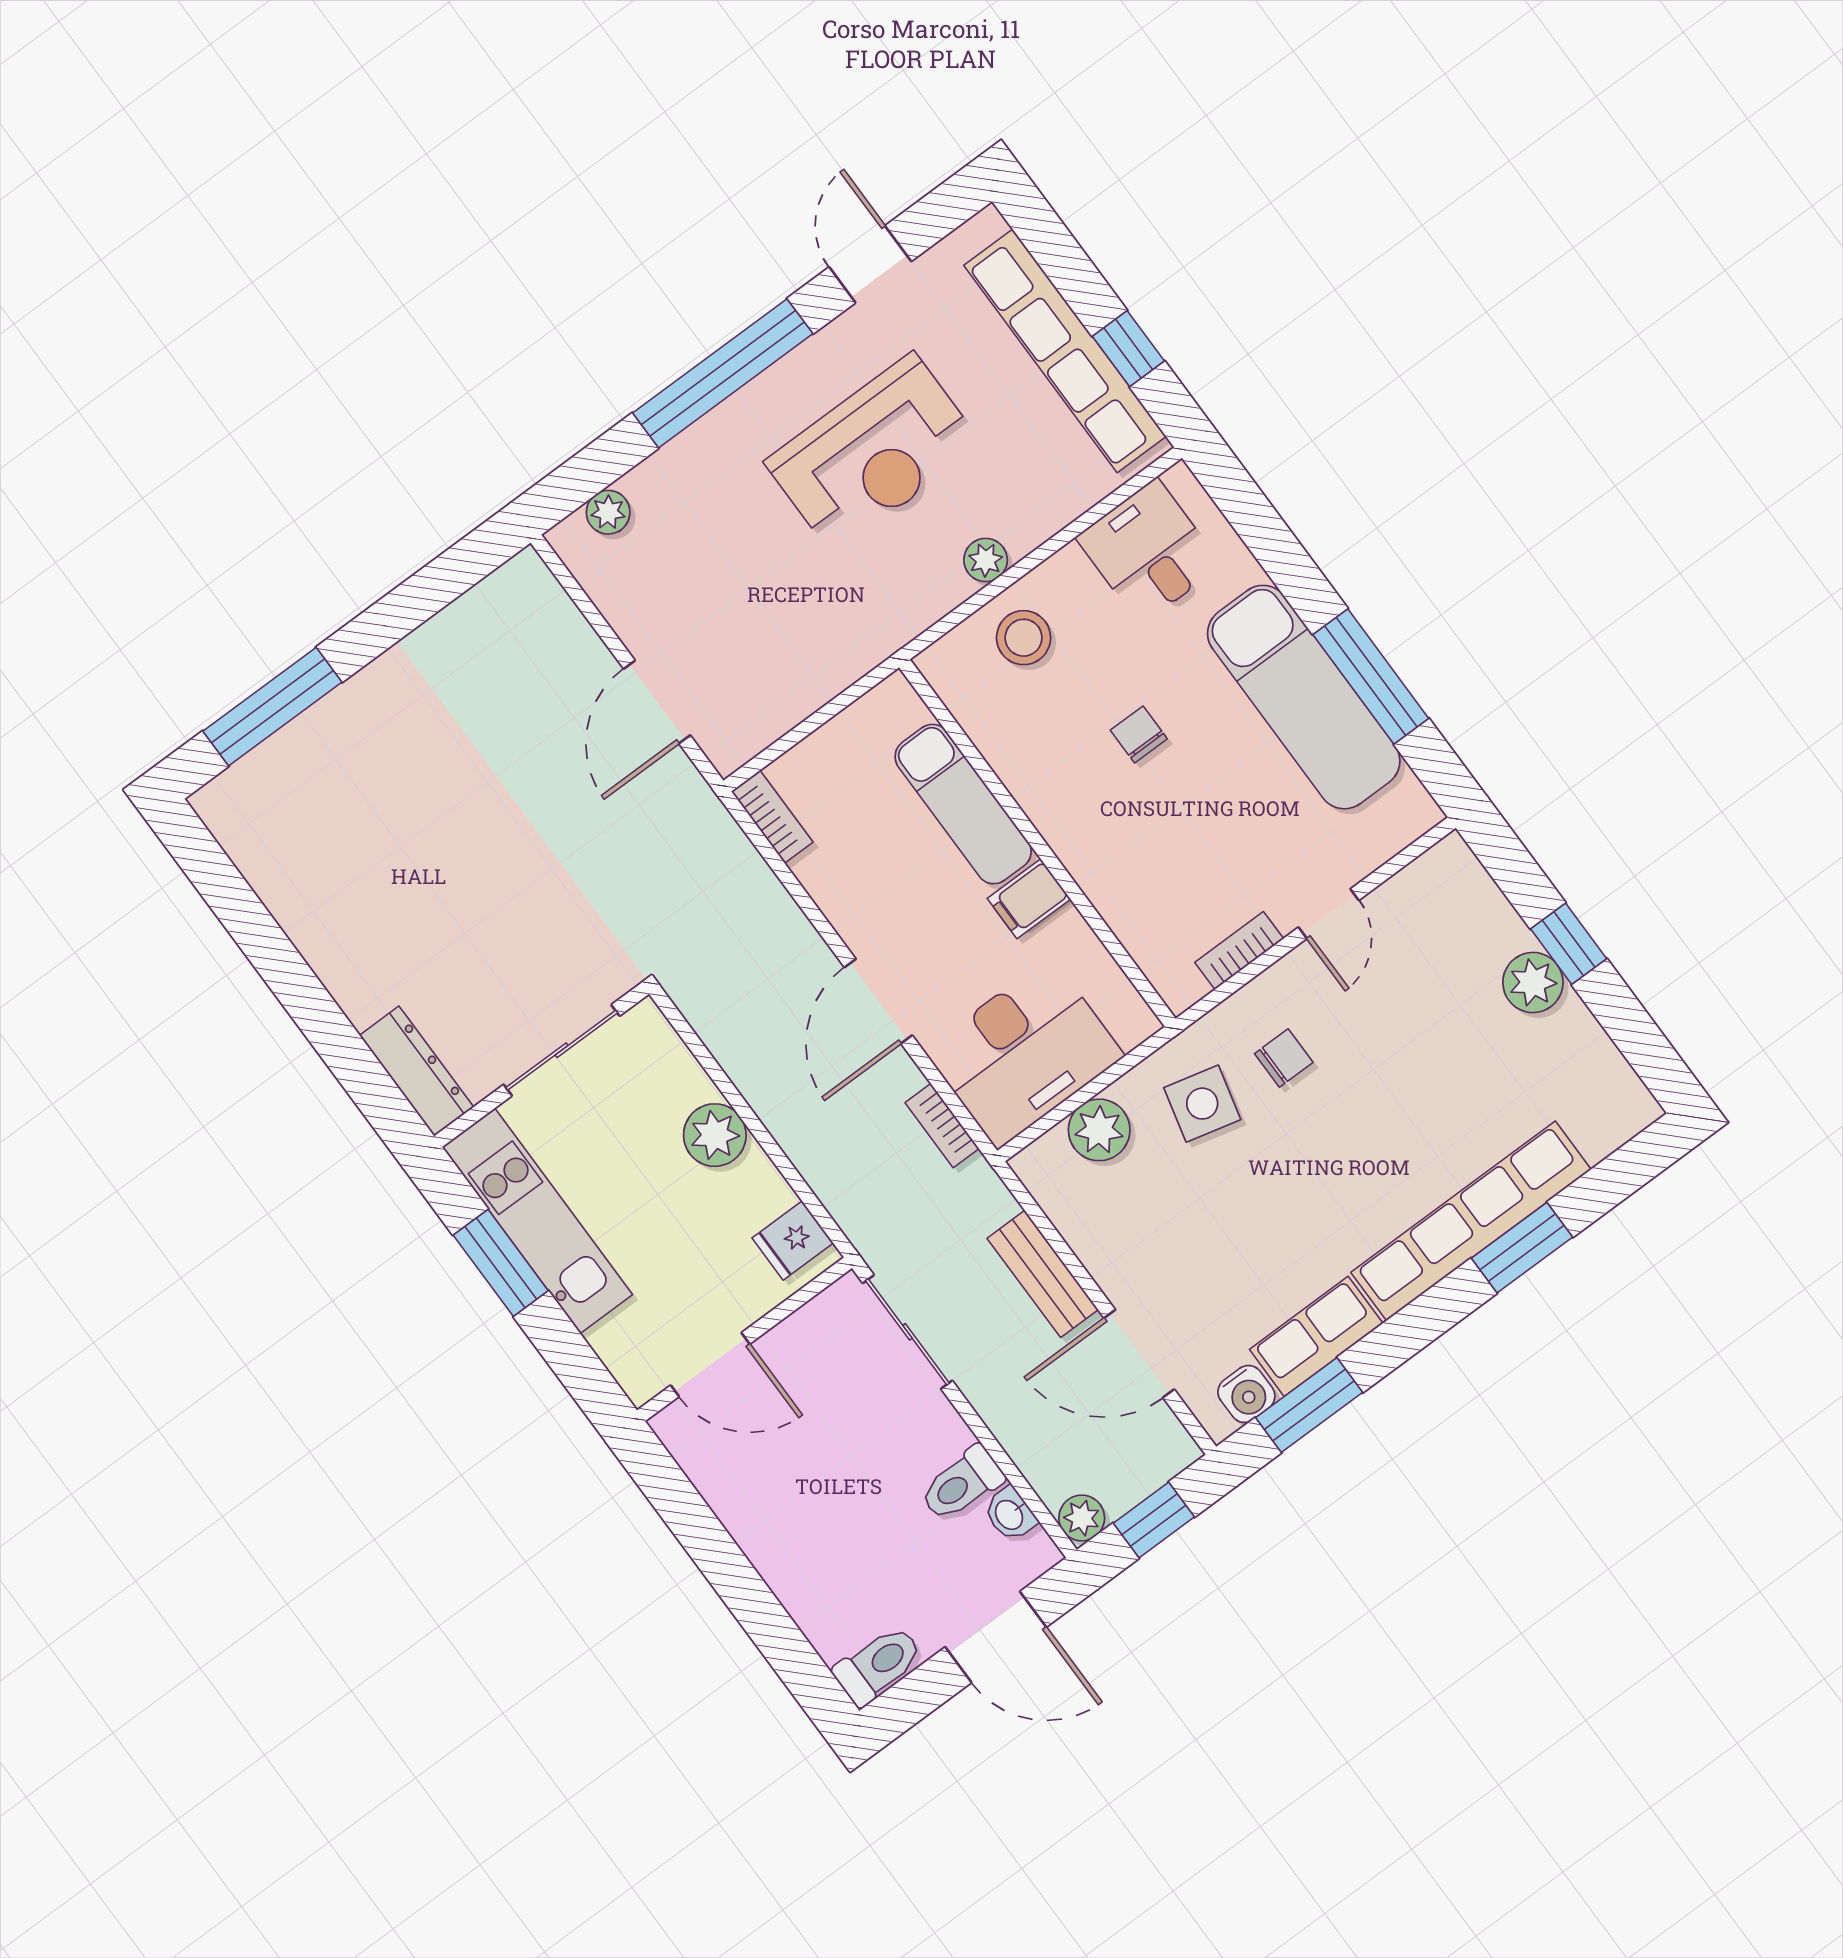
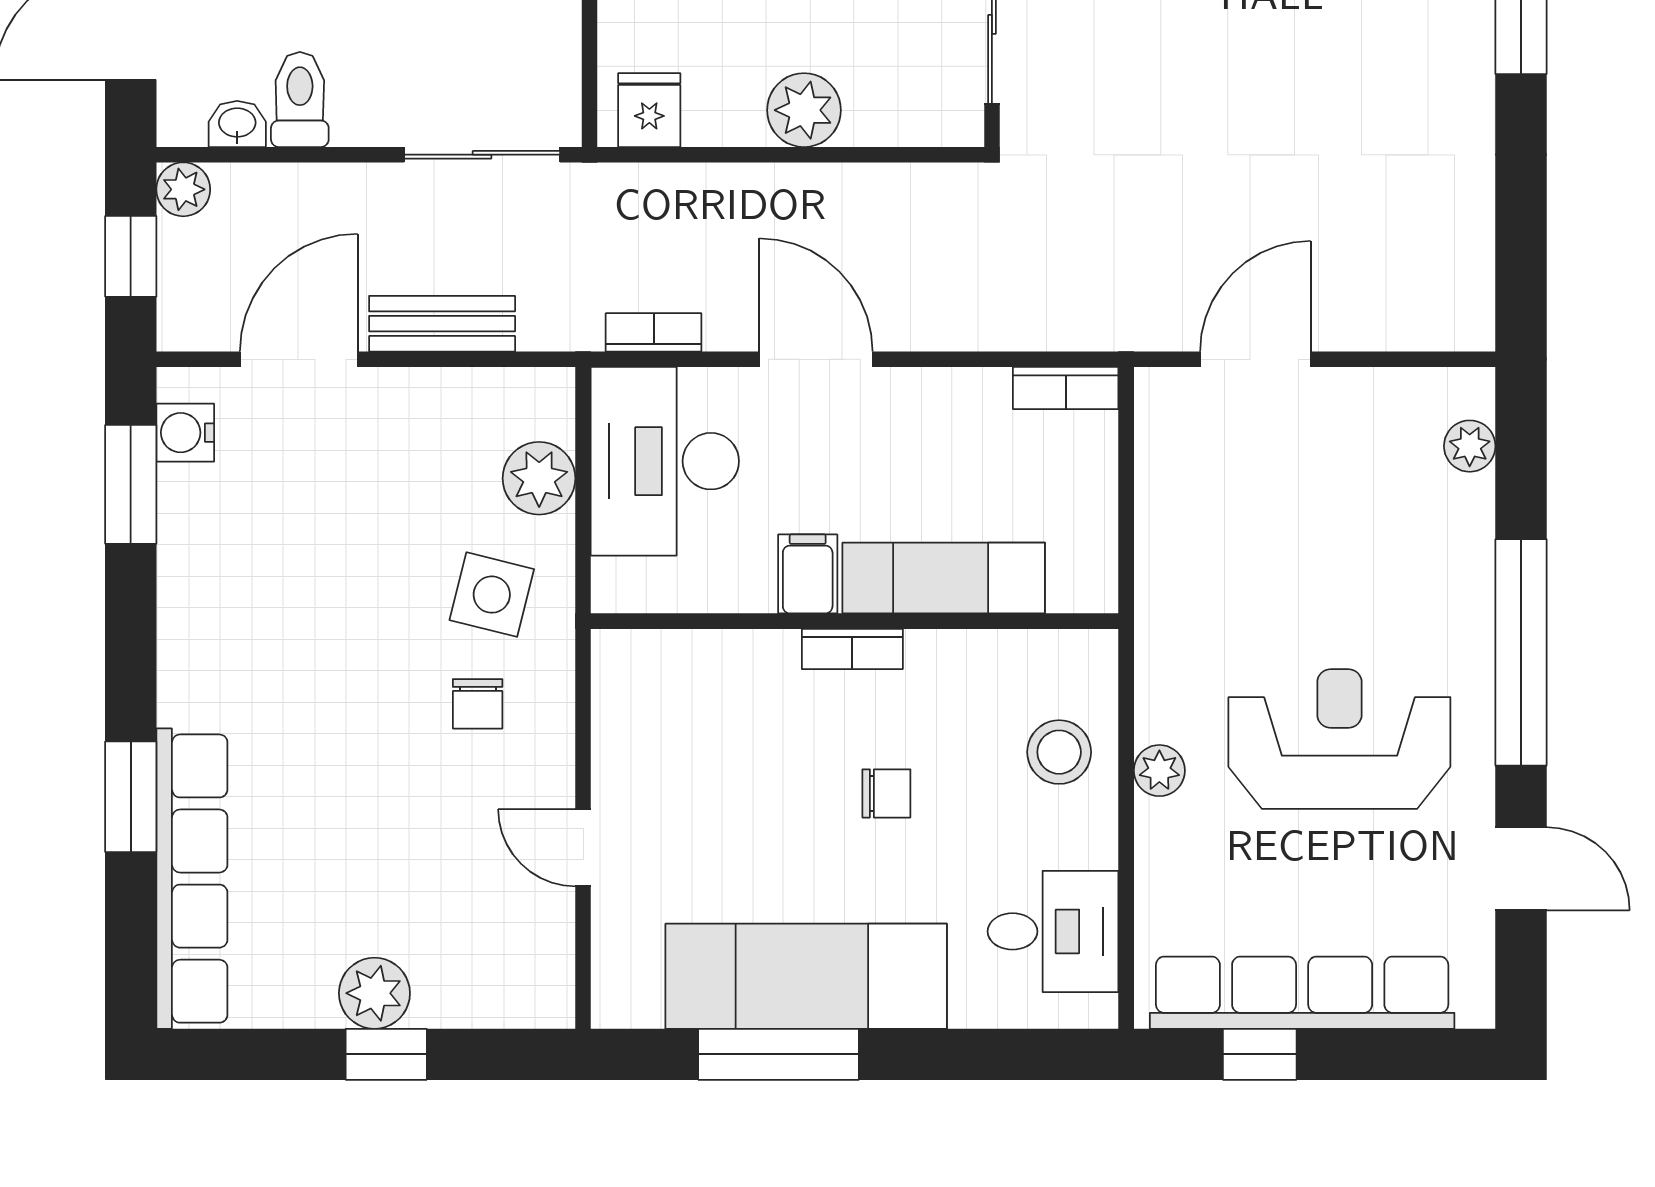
reception desk: (873, 453) -> (1339, 739), turned 90
door: (657, 702) -> (1255, 359), hinge flipped
bookcase: (1239, 951) -> (852, 649), moved, turned 90
row of seats: (1471, 1221) -> (192, 879), moved
row of seats: (1316, 1336) -> (191, 539), removed

